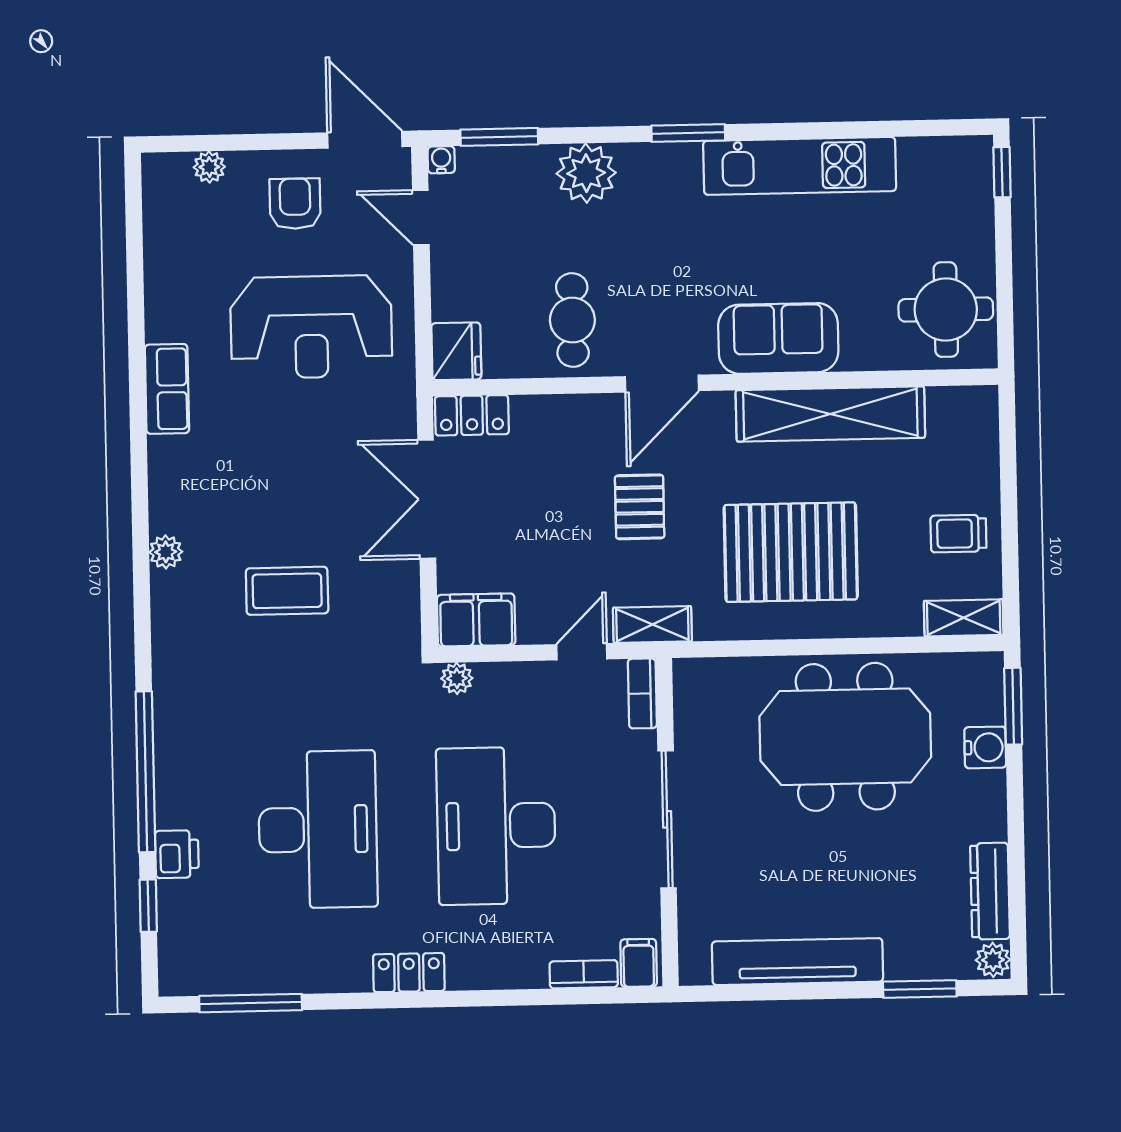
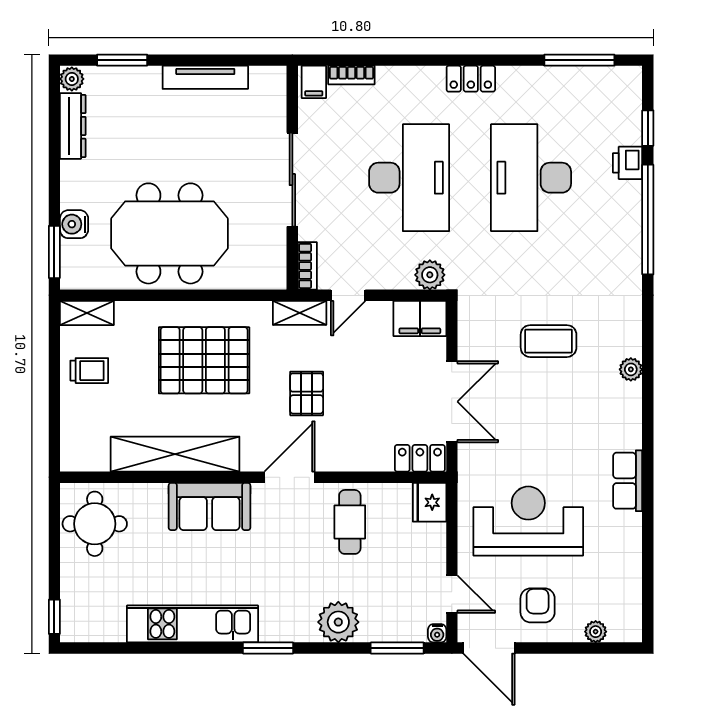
armchair: (295, 204) -> (538, 605), turned 180
plant: (457, 678) -> (430, 275), width x1.38, depth x1.38
tv unit: (797, 962) -> (205, 77), width x0.73, depth x0.78

